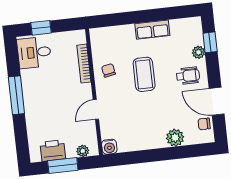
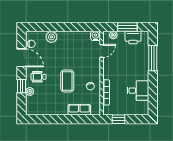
window: (41, 28) -> (119, 119), moved
row of seats: (152, 30) -> (79, 110), moved
window: (210, 42) -> (21, 86), moved
desk: (34, 53) -> (138, 91), moved
window: (16, 95) -> (153, 58), moved
door: (96, 109) -> (102, 51), moved

